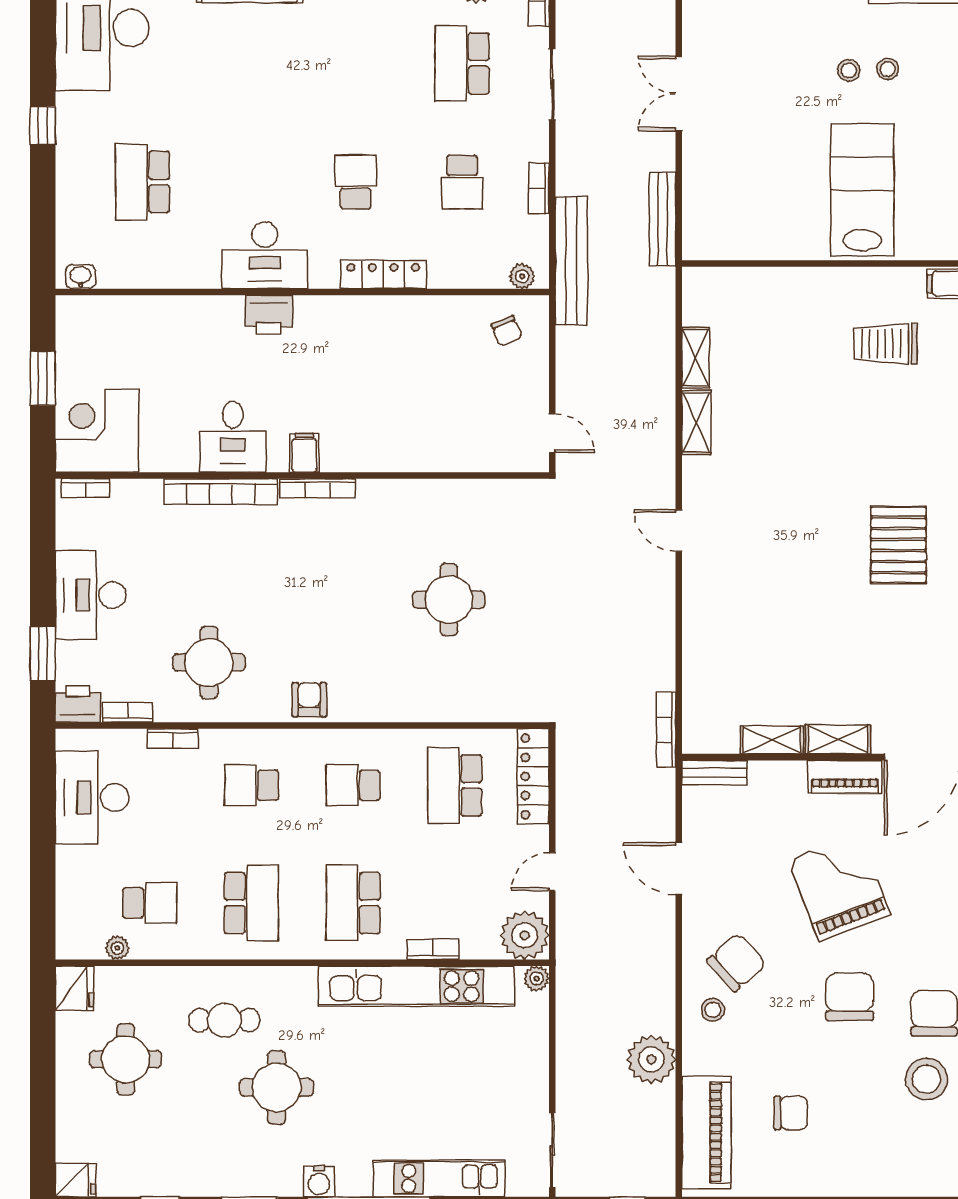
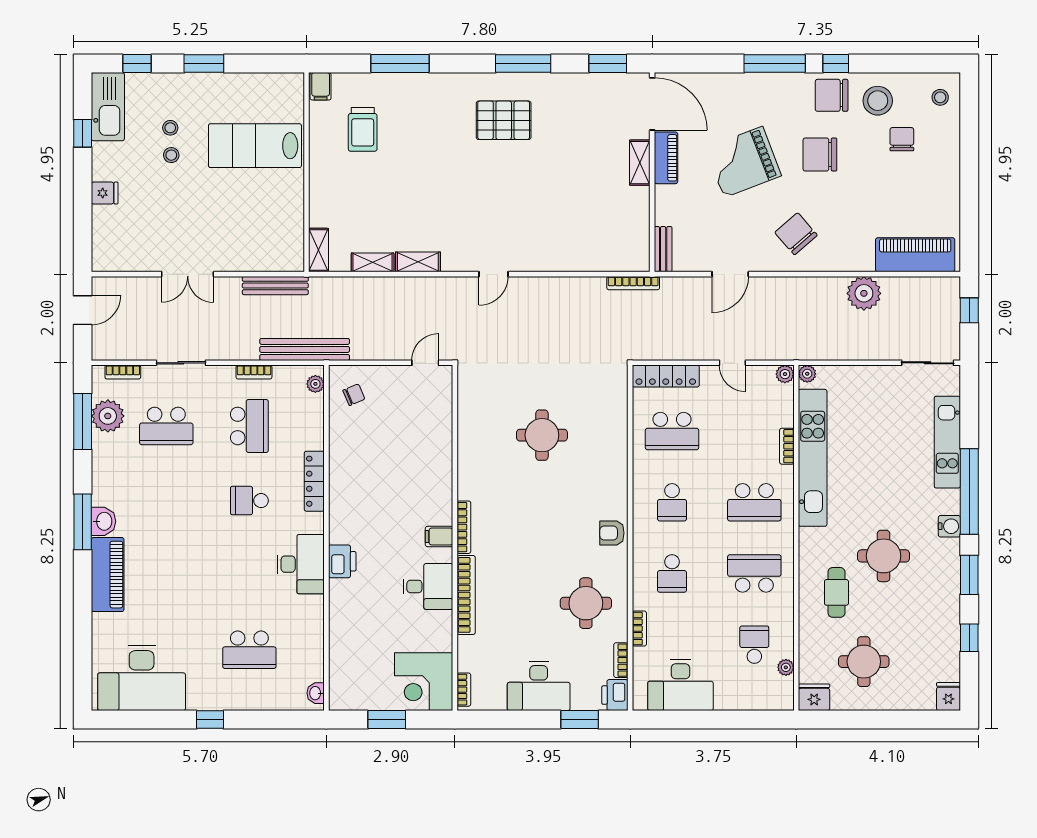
school desk: (462, 182) -> (249, 426), width x1.85
shelving: (772, 740) -> (319, 250), moved
plant: (525, 935) -> (785, 374), width x0.53, depth x0.53
stool: (713, 1010) -> (940, 97), moved
chair: (791, 1113) -> (902, 139), moved

